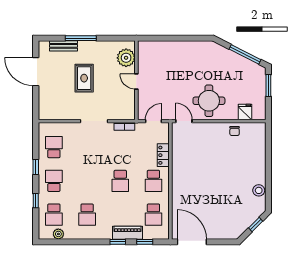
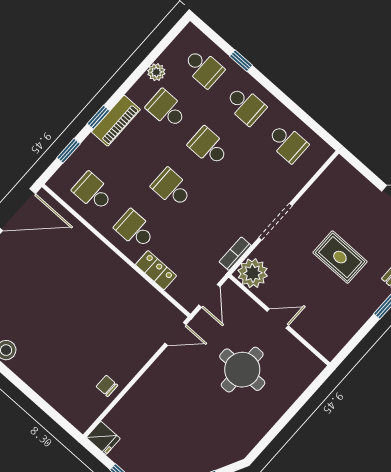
plant: (126, 58) -> (253, 273), moved
round table: (209, 101) -> (242, 370), moved
fridge: (245, 112) -> (103, 438), moved
window: (36, 167) -> (283, 98), removed
school desk: (87, 181) -> (209, 147), added
school desk: (54, 215) -> (203, 68), turned 180
piano: (127, 233) -> (116, 121), moved
plant: (58, 234) -> (156, 72), moved

